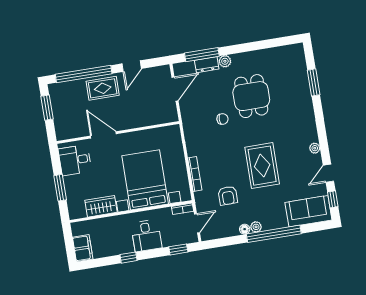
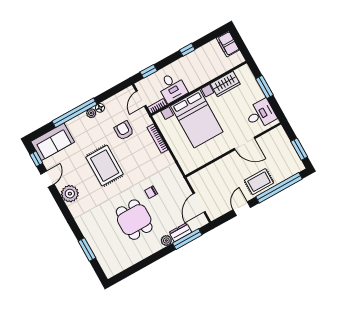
plant: (315, 148) -> (70, 194), width x1.88, depth x1.88
desk: (146, 236) -> (172, 87), moved, turned 180

